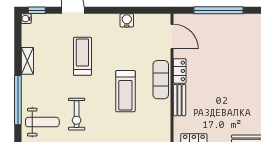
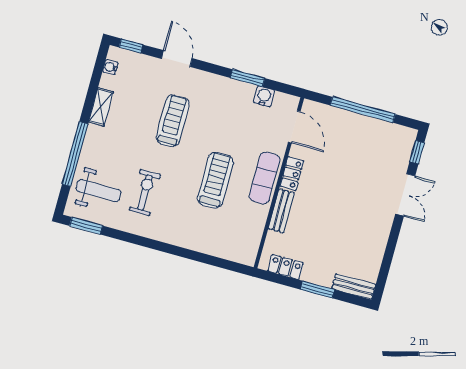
window: (128, 10) -> (248, 78), added
water cooler: (26, 19) -> (110, 67), moved
water cooler: (127, 20) -> (264, 96), moved
treadmill: (125, 91) -> (215, 180), turned 180
exercise bike: (77, 114) -> (145, 192), turned 180

